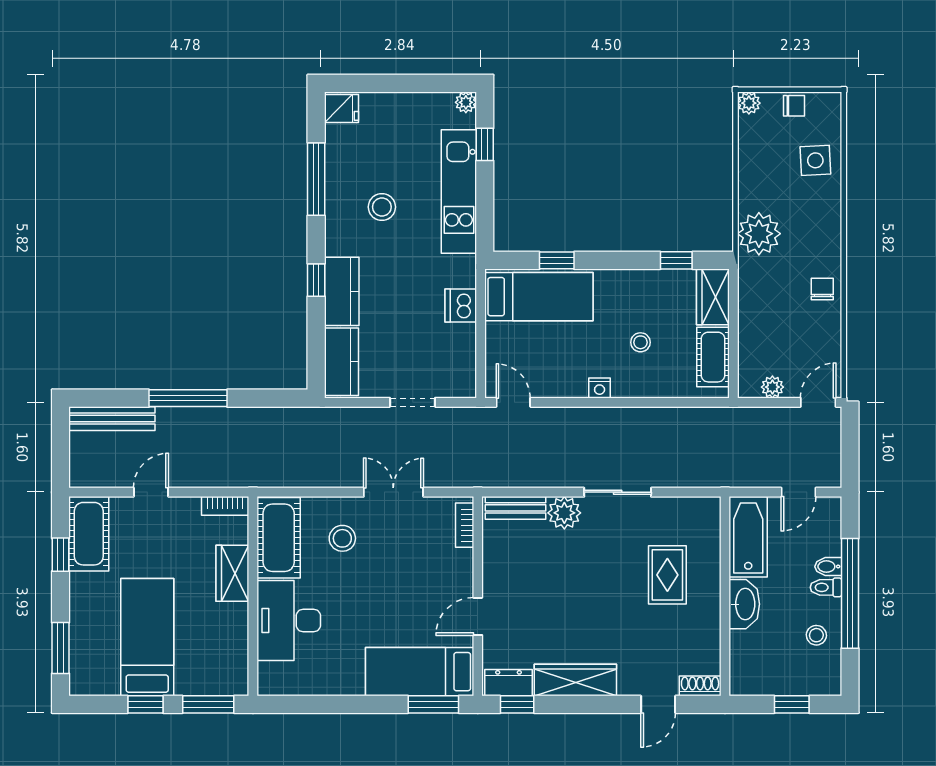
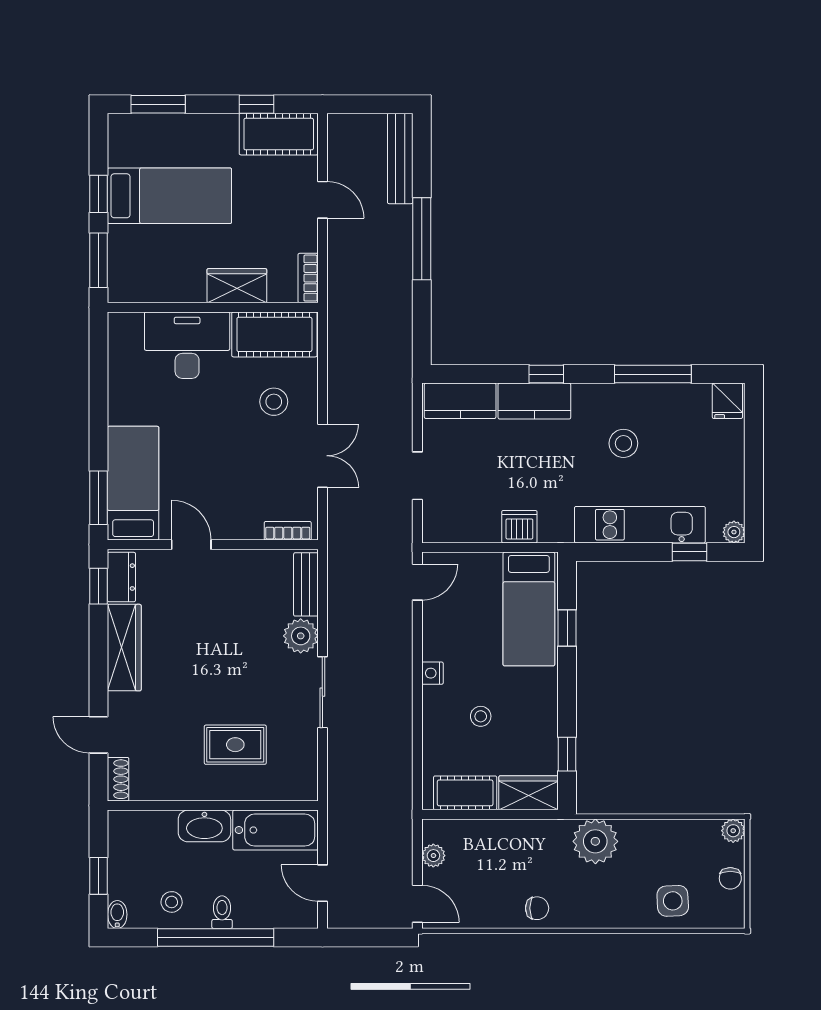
bidet: (828, 567) -> (117, 914), moved

